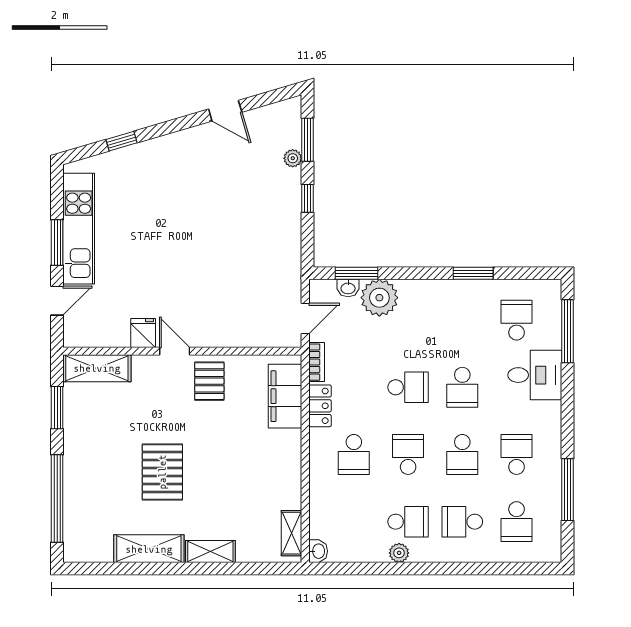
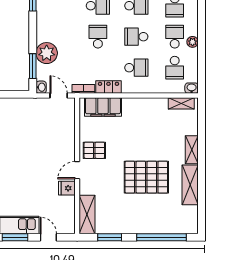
washbasin: (348, 288) -> (41, 87), moved
pallet: (162, 472) -> (146, 177), width x1.37, depth x1.41
school desk: (354, 522) -> (175, 68), added

